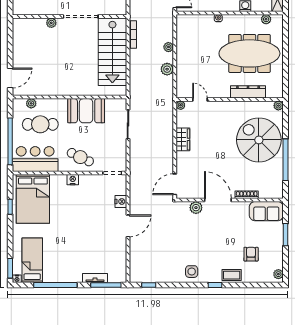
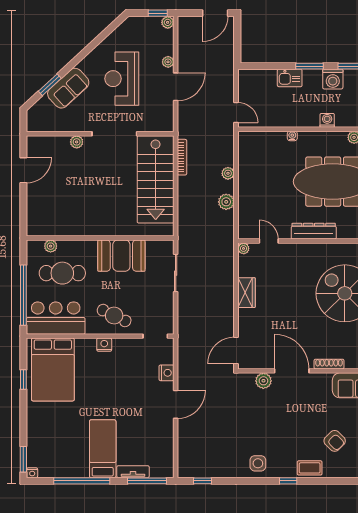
door: (10, 78) -> (23, 170), moved
dresser: (248, 92) -> (314, 231), moved
armchair: (251, 254) -> (335, 441), turned 135
bed: (32, 260) -> (103, 449), moved

